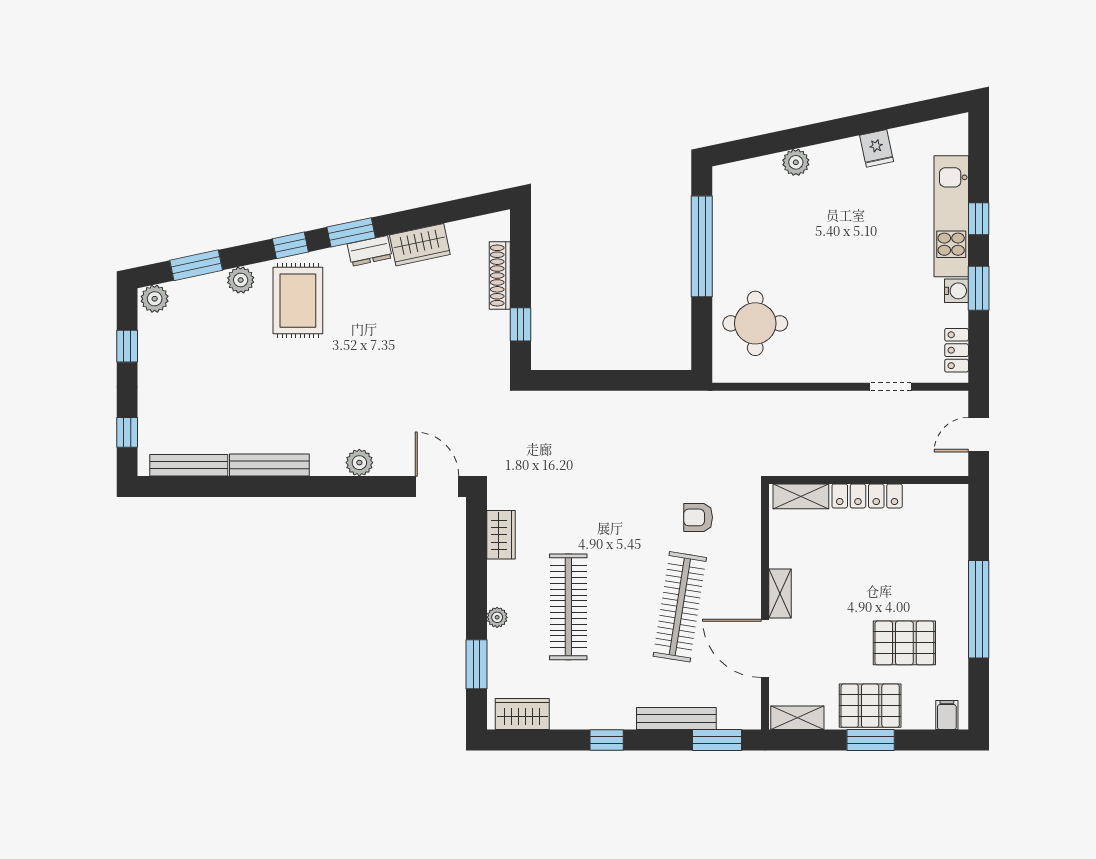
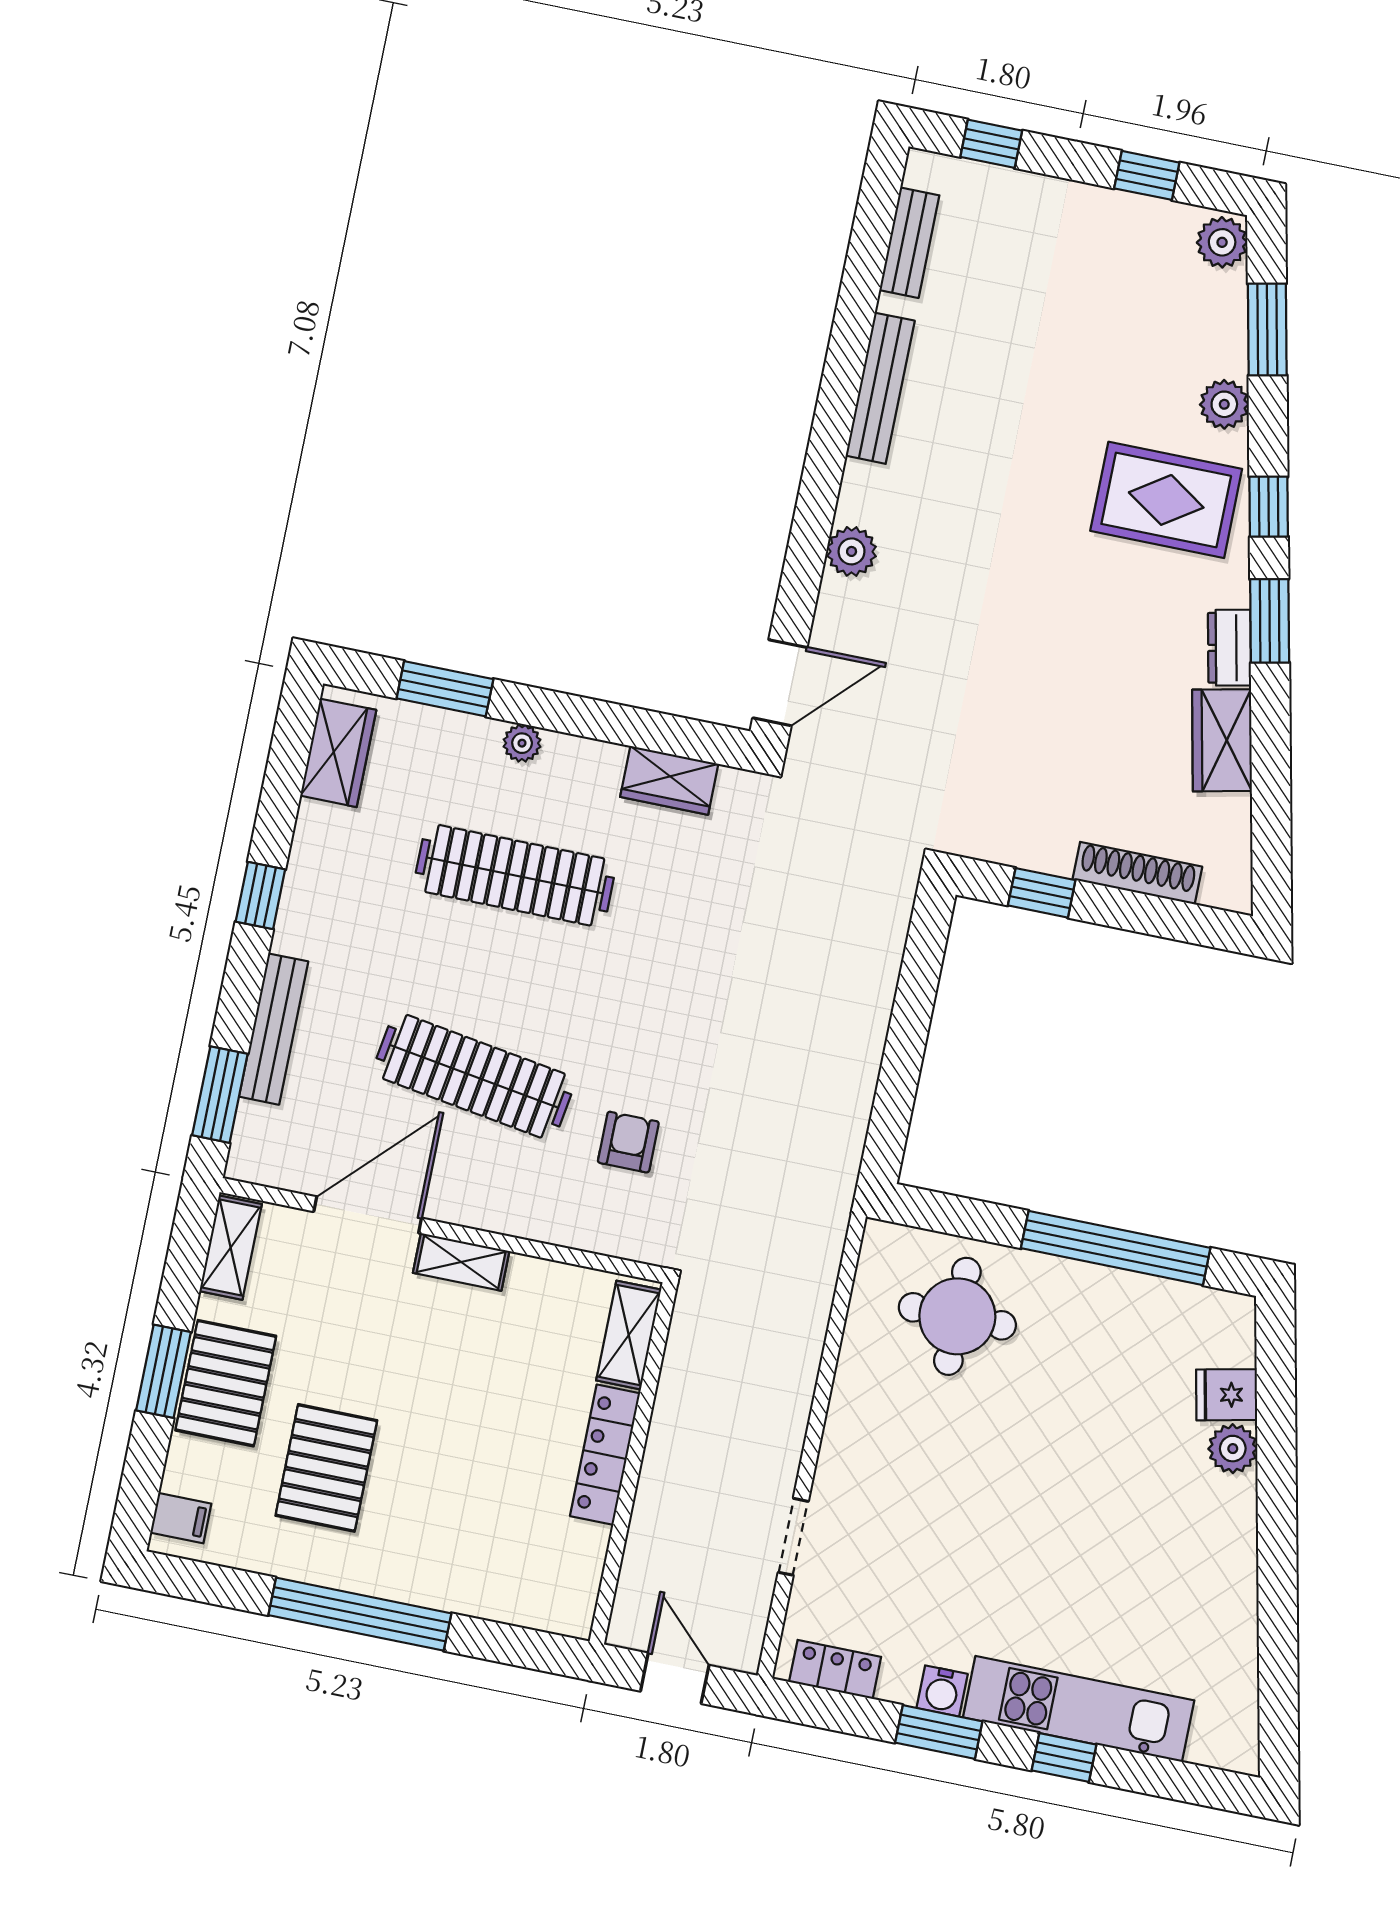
fridge: (877, 148) -> (1227, 1395), moved
bench: (189, 465) -> (909, 243), width x0.73

